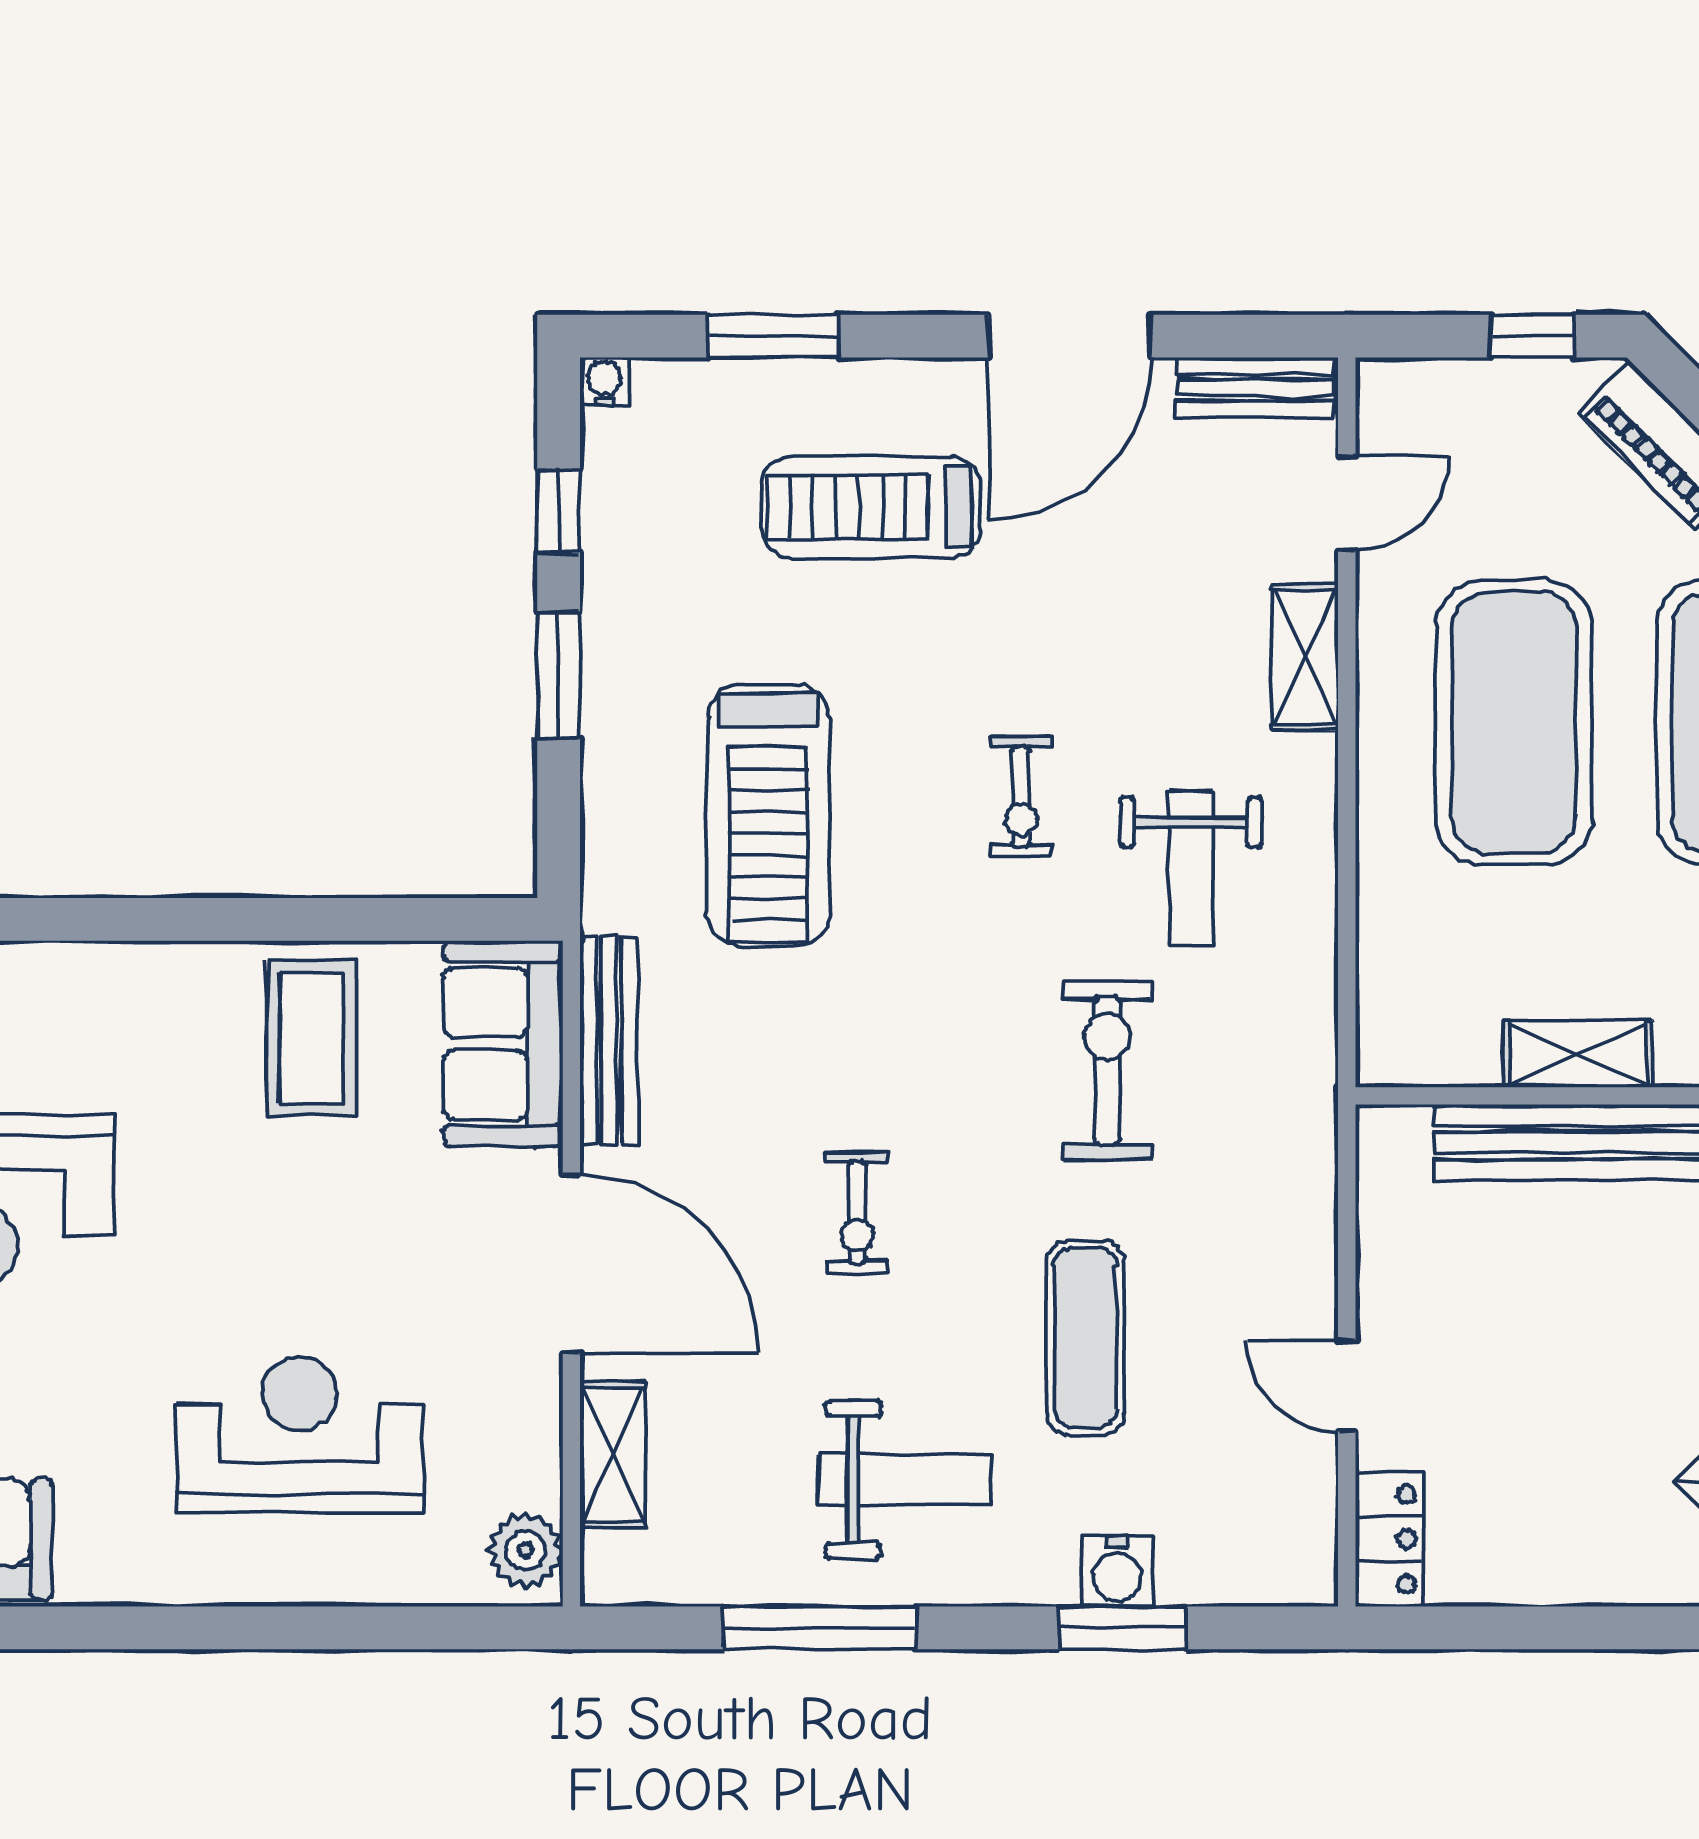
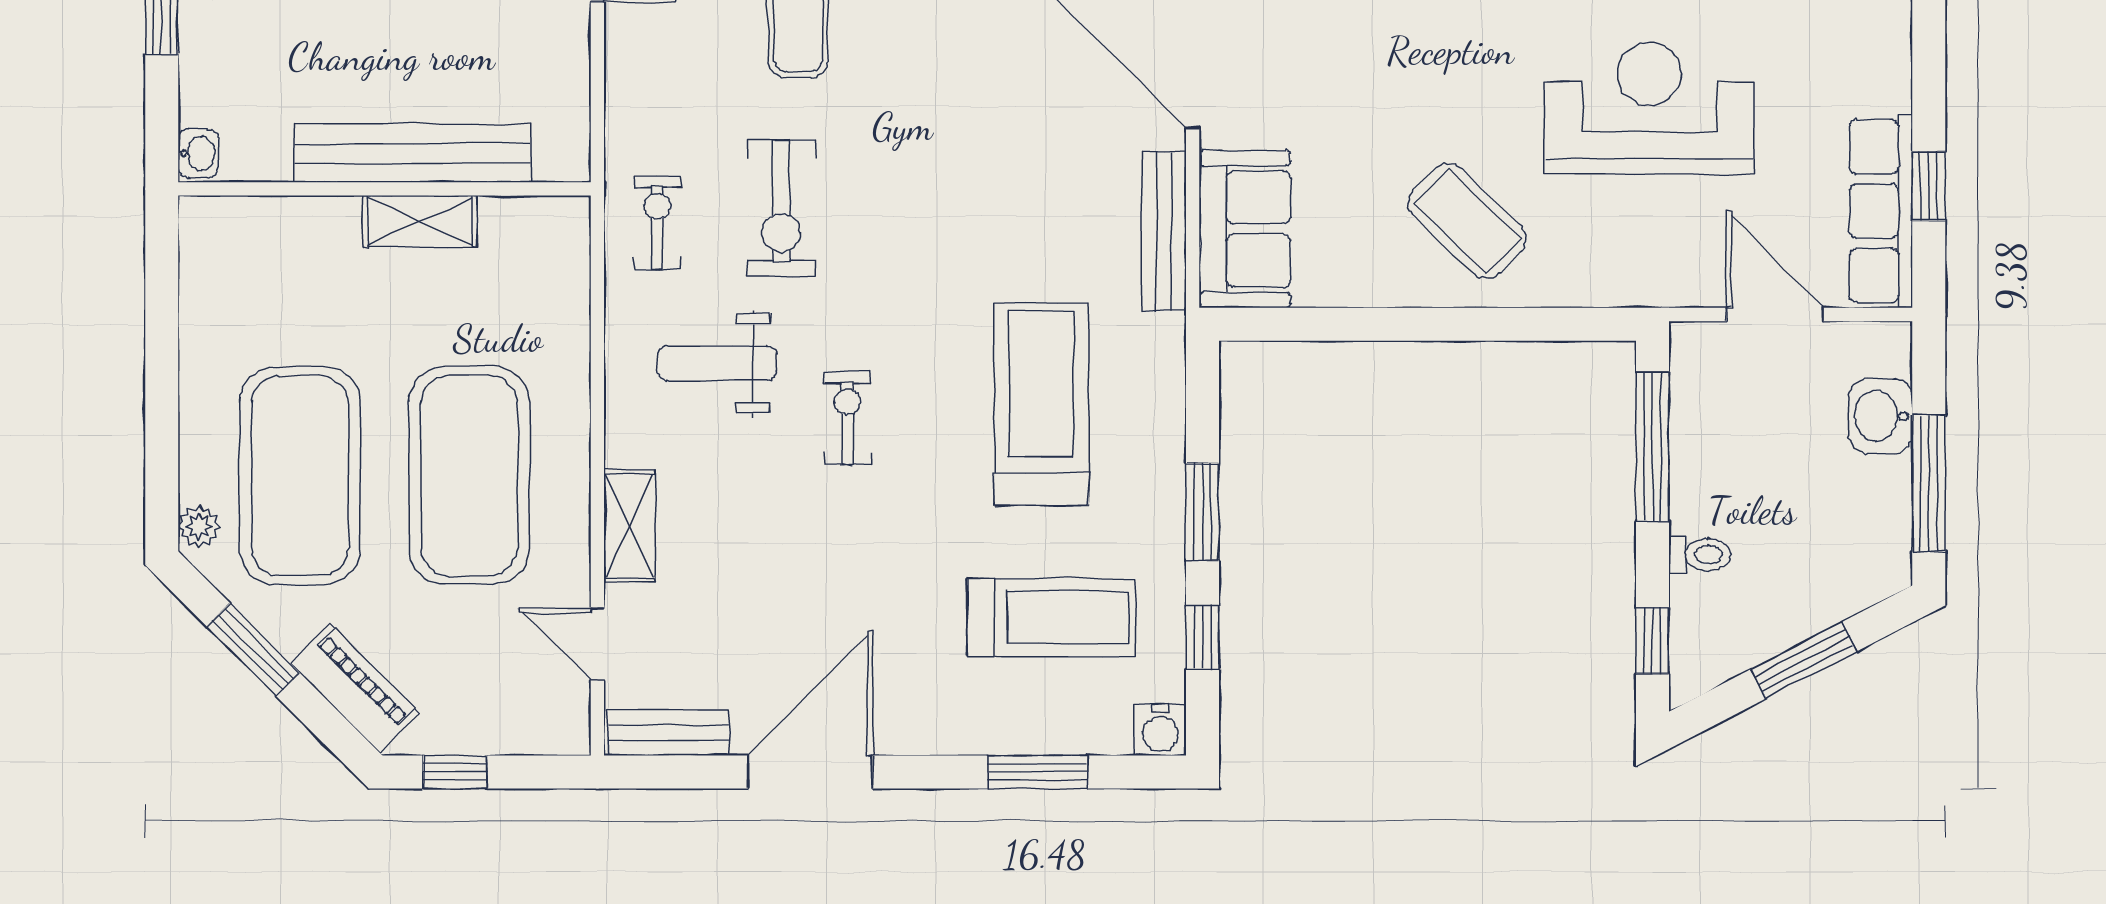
water cooler: (604, 382) -> (1160, 730), width x1.38, depth x1.38
door: (1347, 503) -> (597, 644), hinge flipped
treadmill: (871, 507) -> (1051, 617), moved
weight bench: (1191, 869) -> (717, 363), turned -90
coffee table: (312, 1038) -> (1467, 221), moved, turned -46
exercise bike: (857, 1212) -> (657, 223), moved

